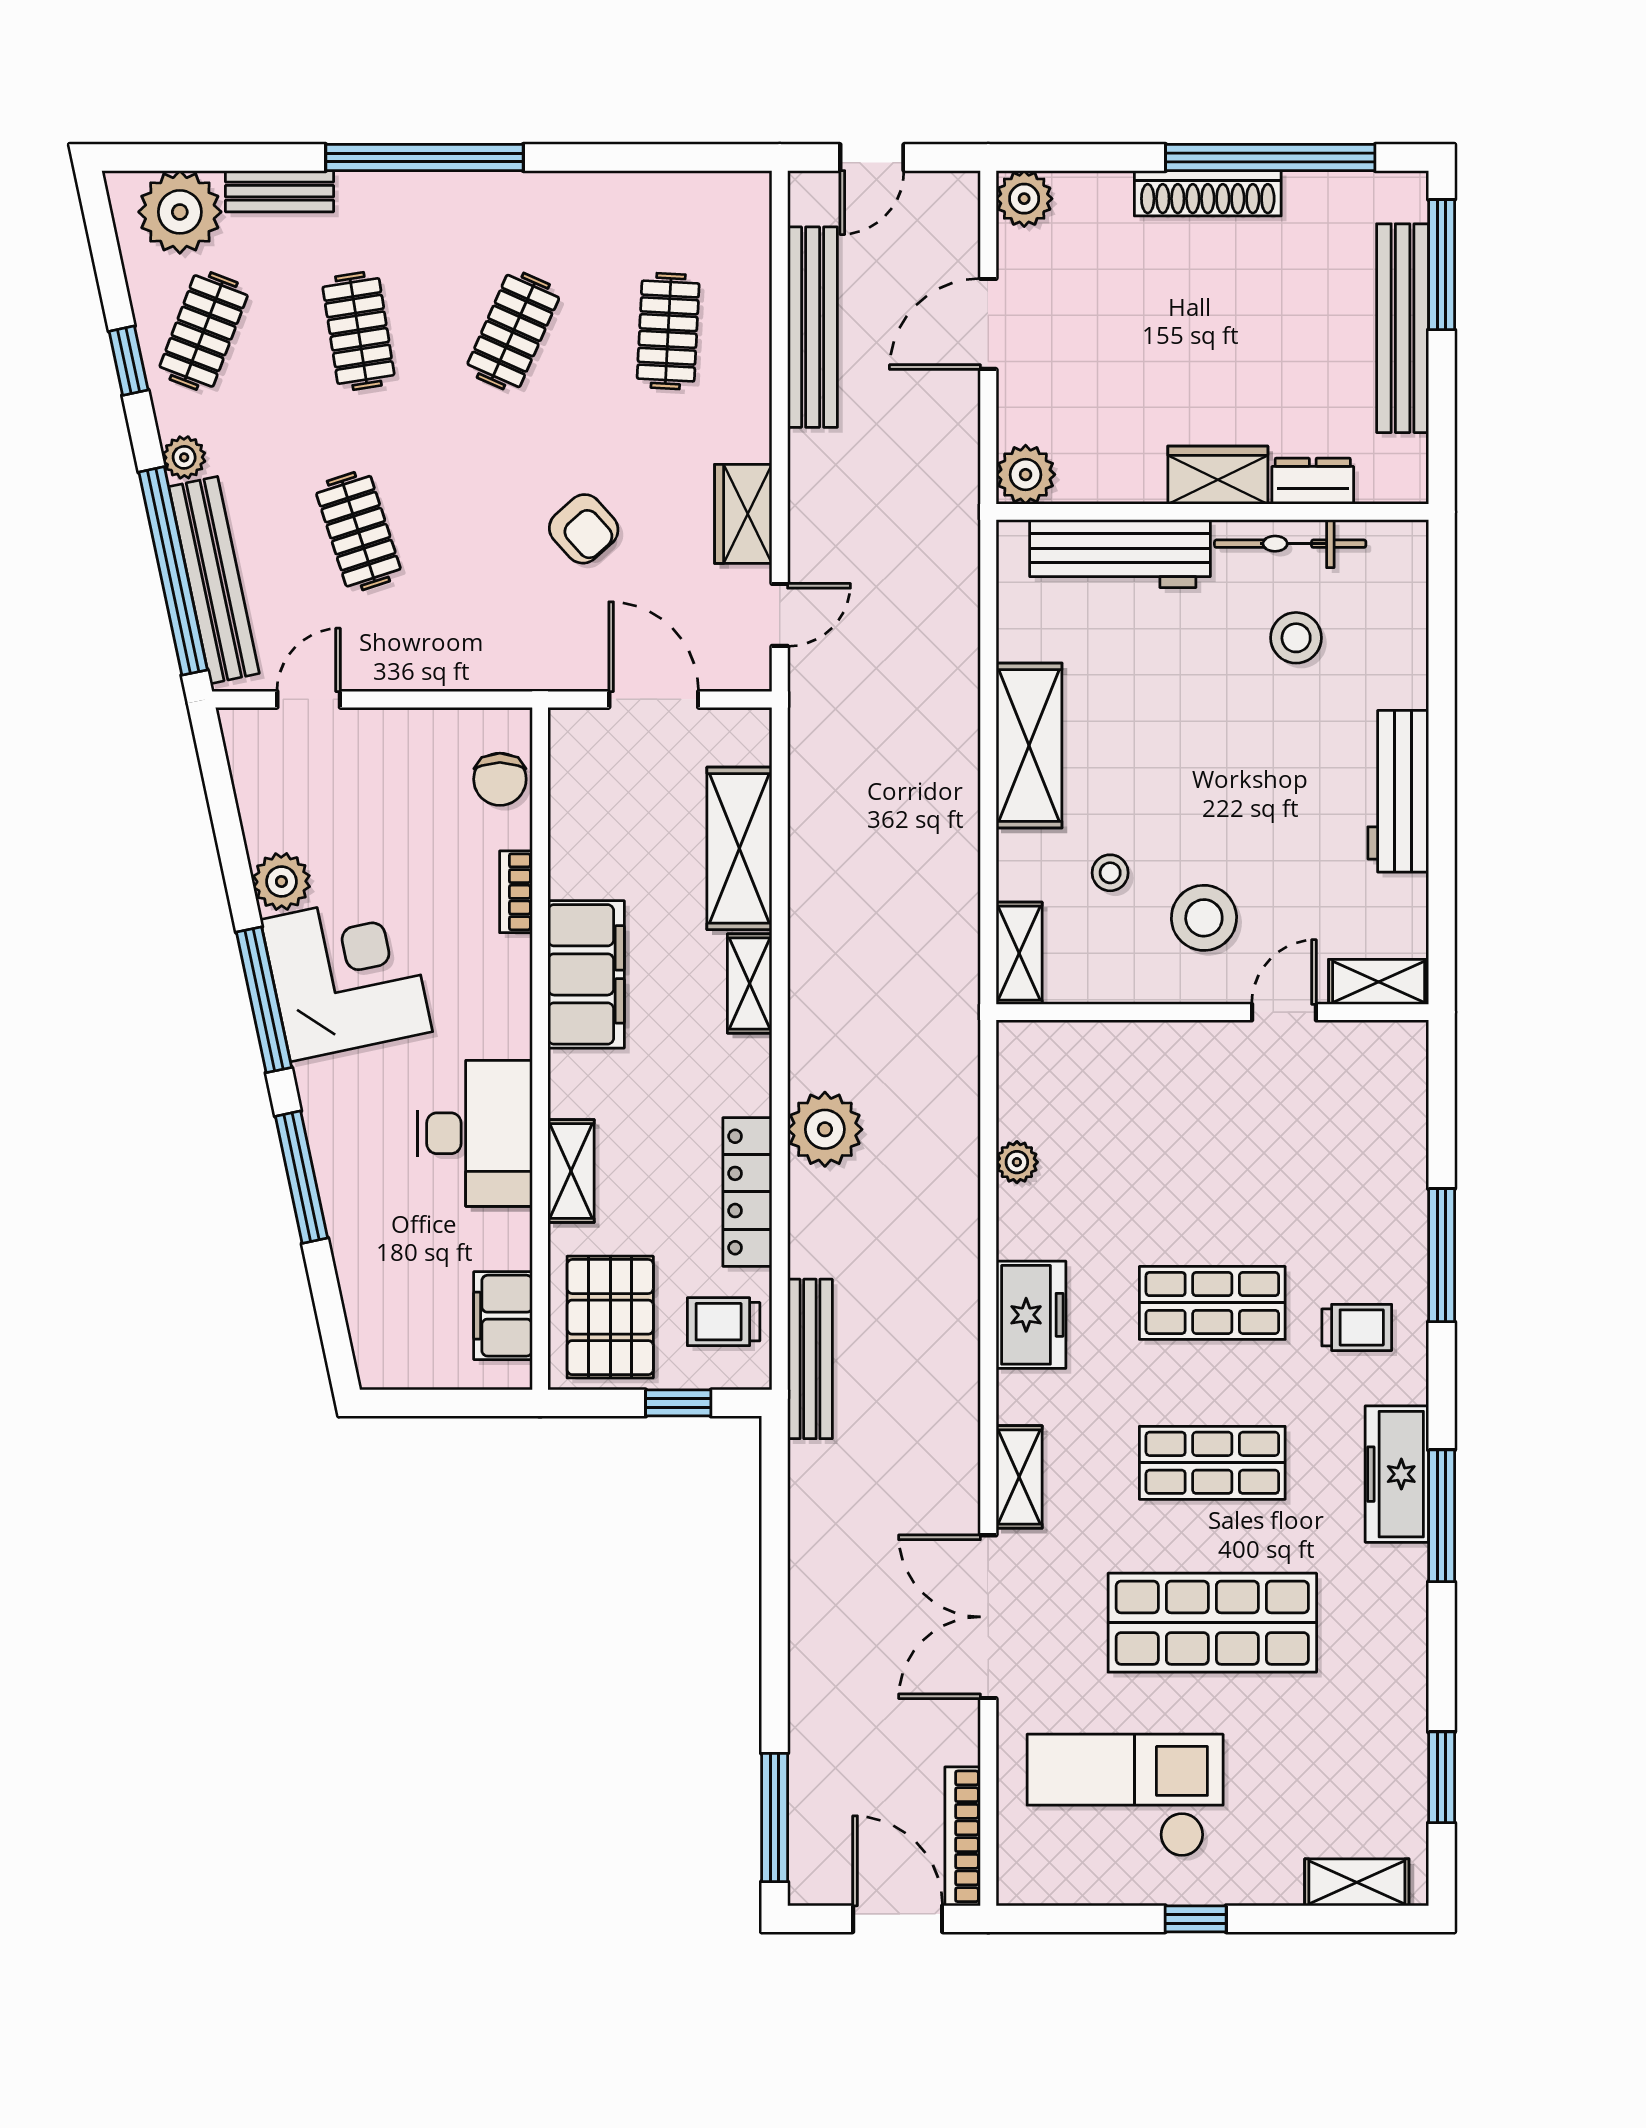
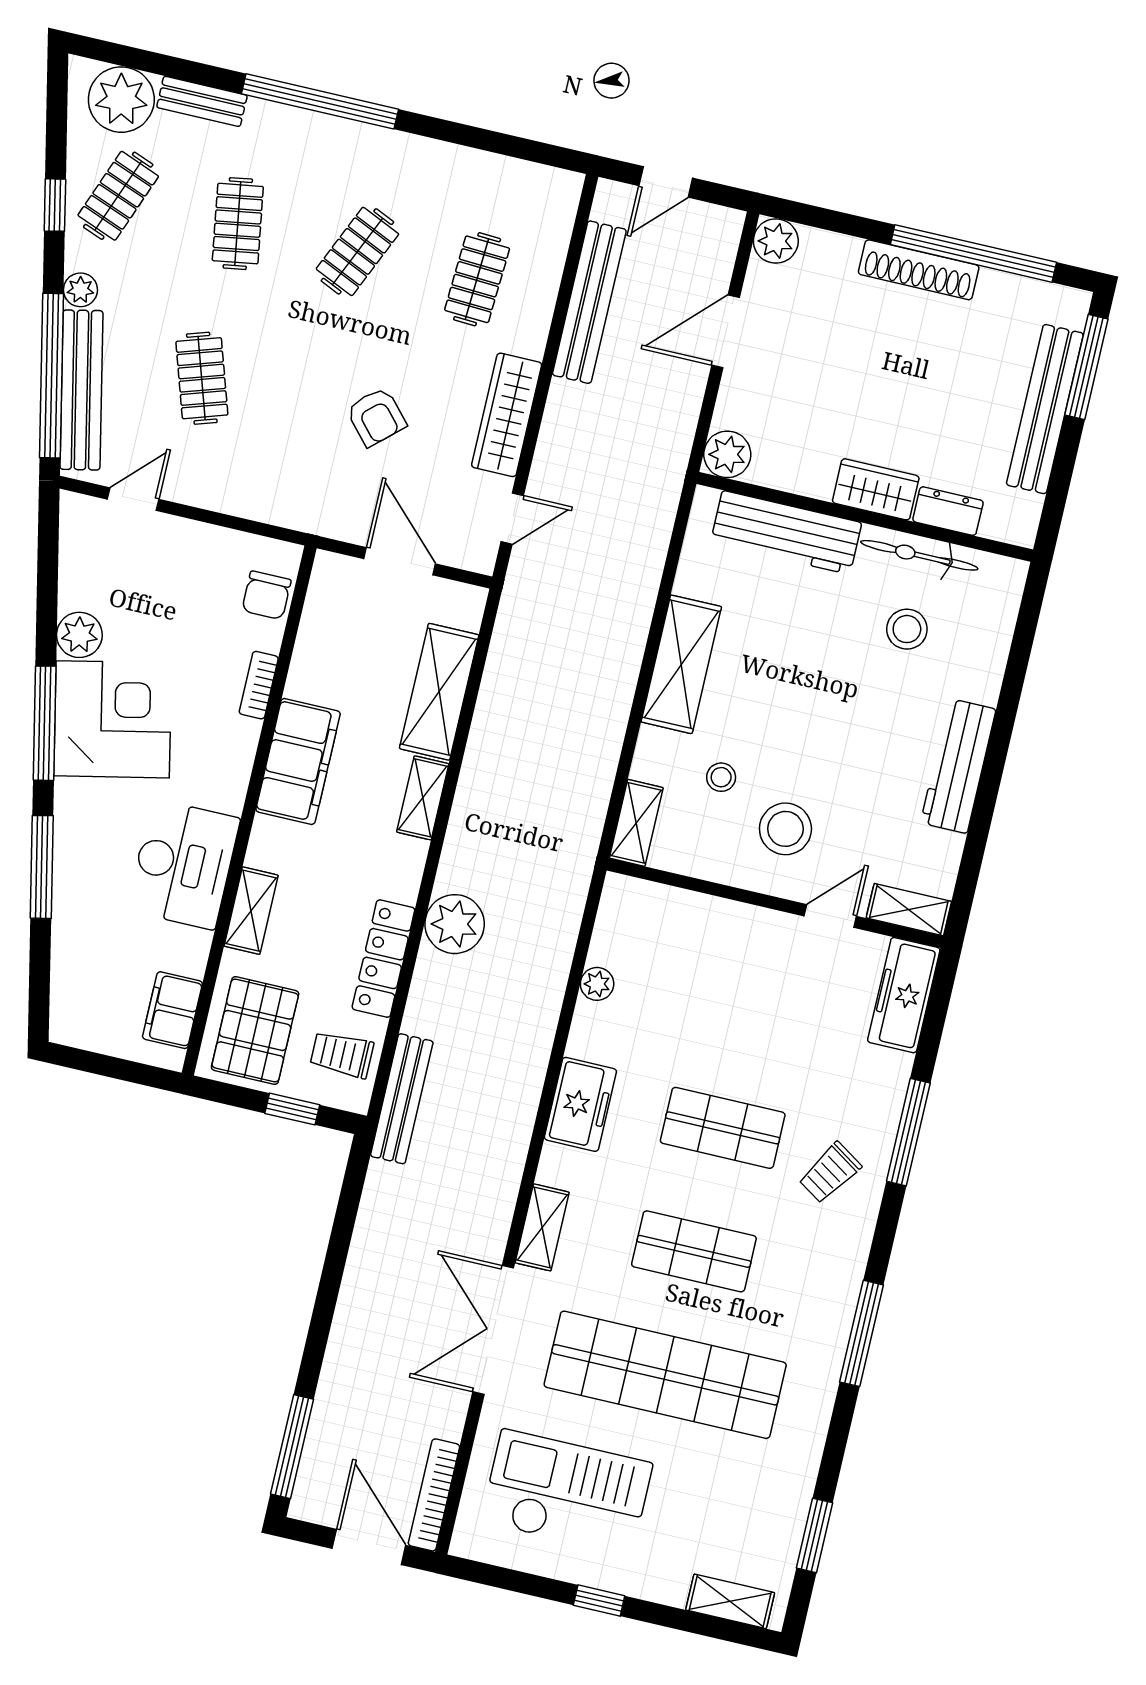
wardrobe: (743, 514) -> (507, 415), width x1.50
trolley: (1357, 1327) -> (830, 1173), turned 123
freezer: (1397, 1474) -> (904, 995), moved
shop shelf: (1212, 1623) -> (665, 1375), width x1.40

